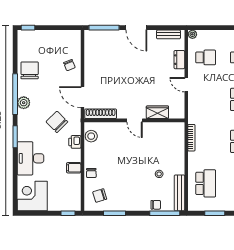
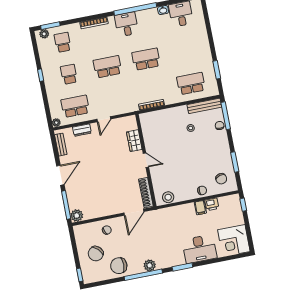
plant: (91, 37) -> (77, 216), added
school desk: (206, 57) -> (75, 106), width x1.85
door: (135, 120) -> (146, 160), hinge flipped
chair: (57, 122) -> (96, 254), moved
printer: (75, 142) -> (212, 204), moved

